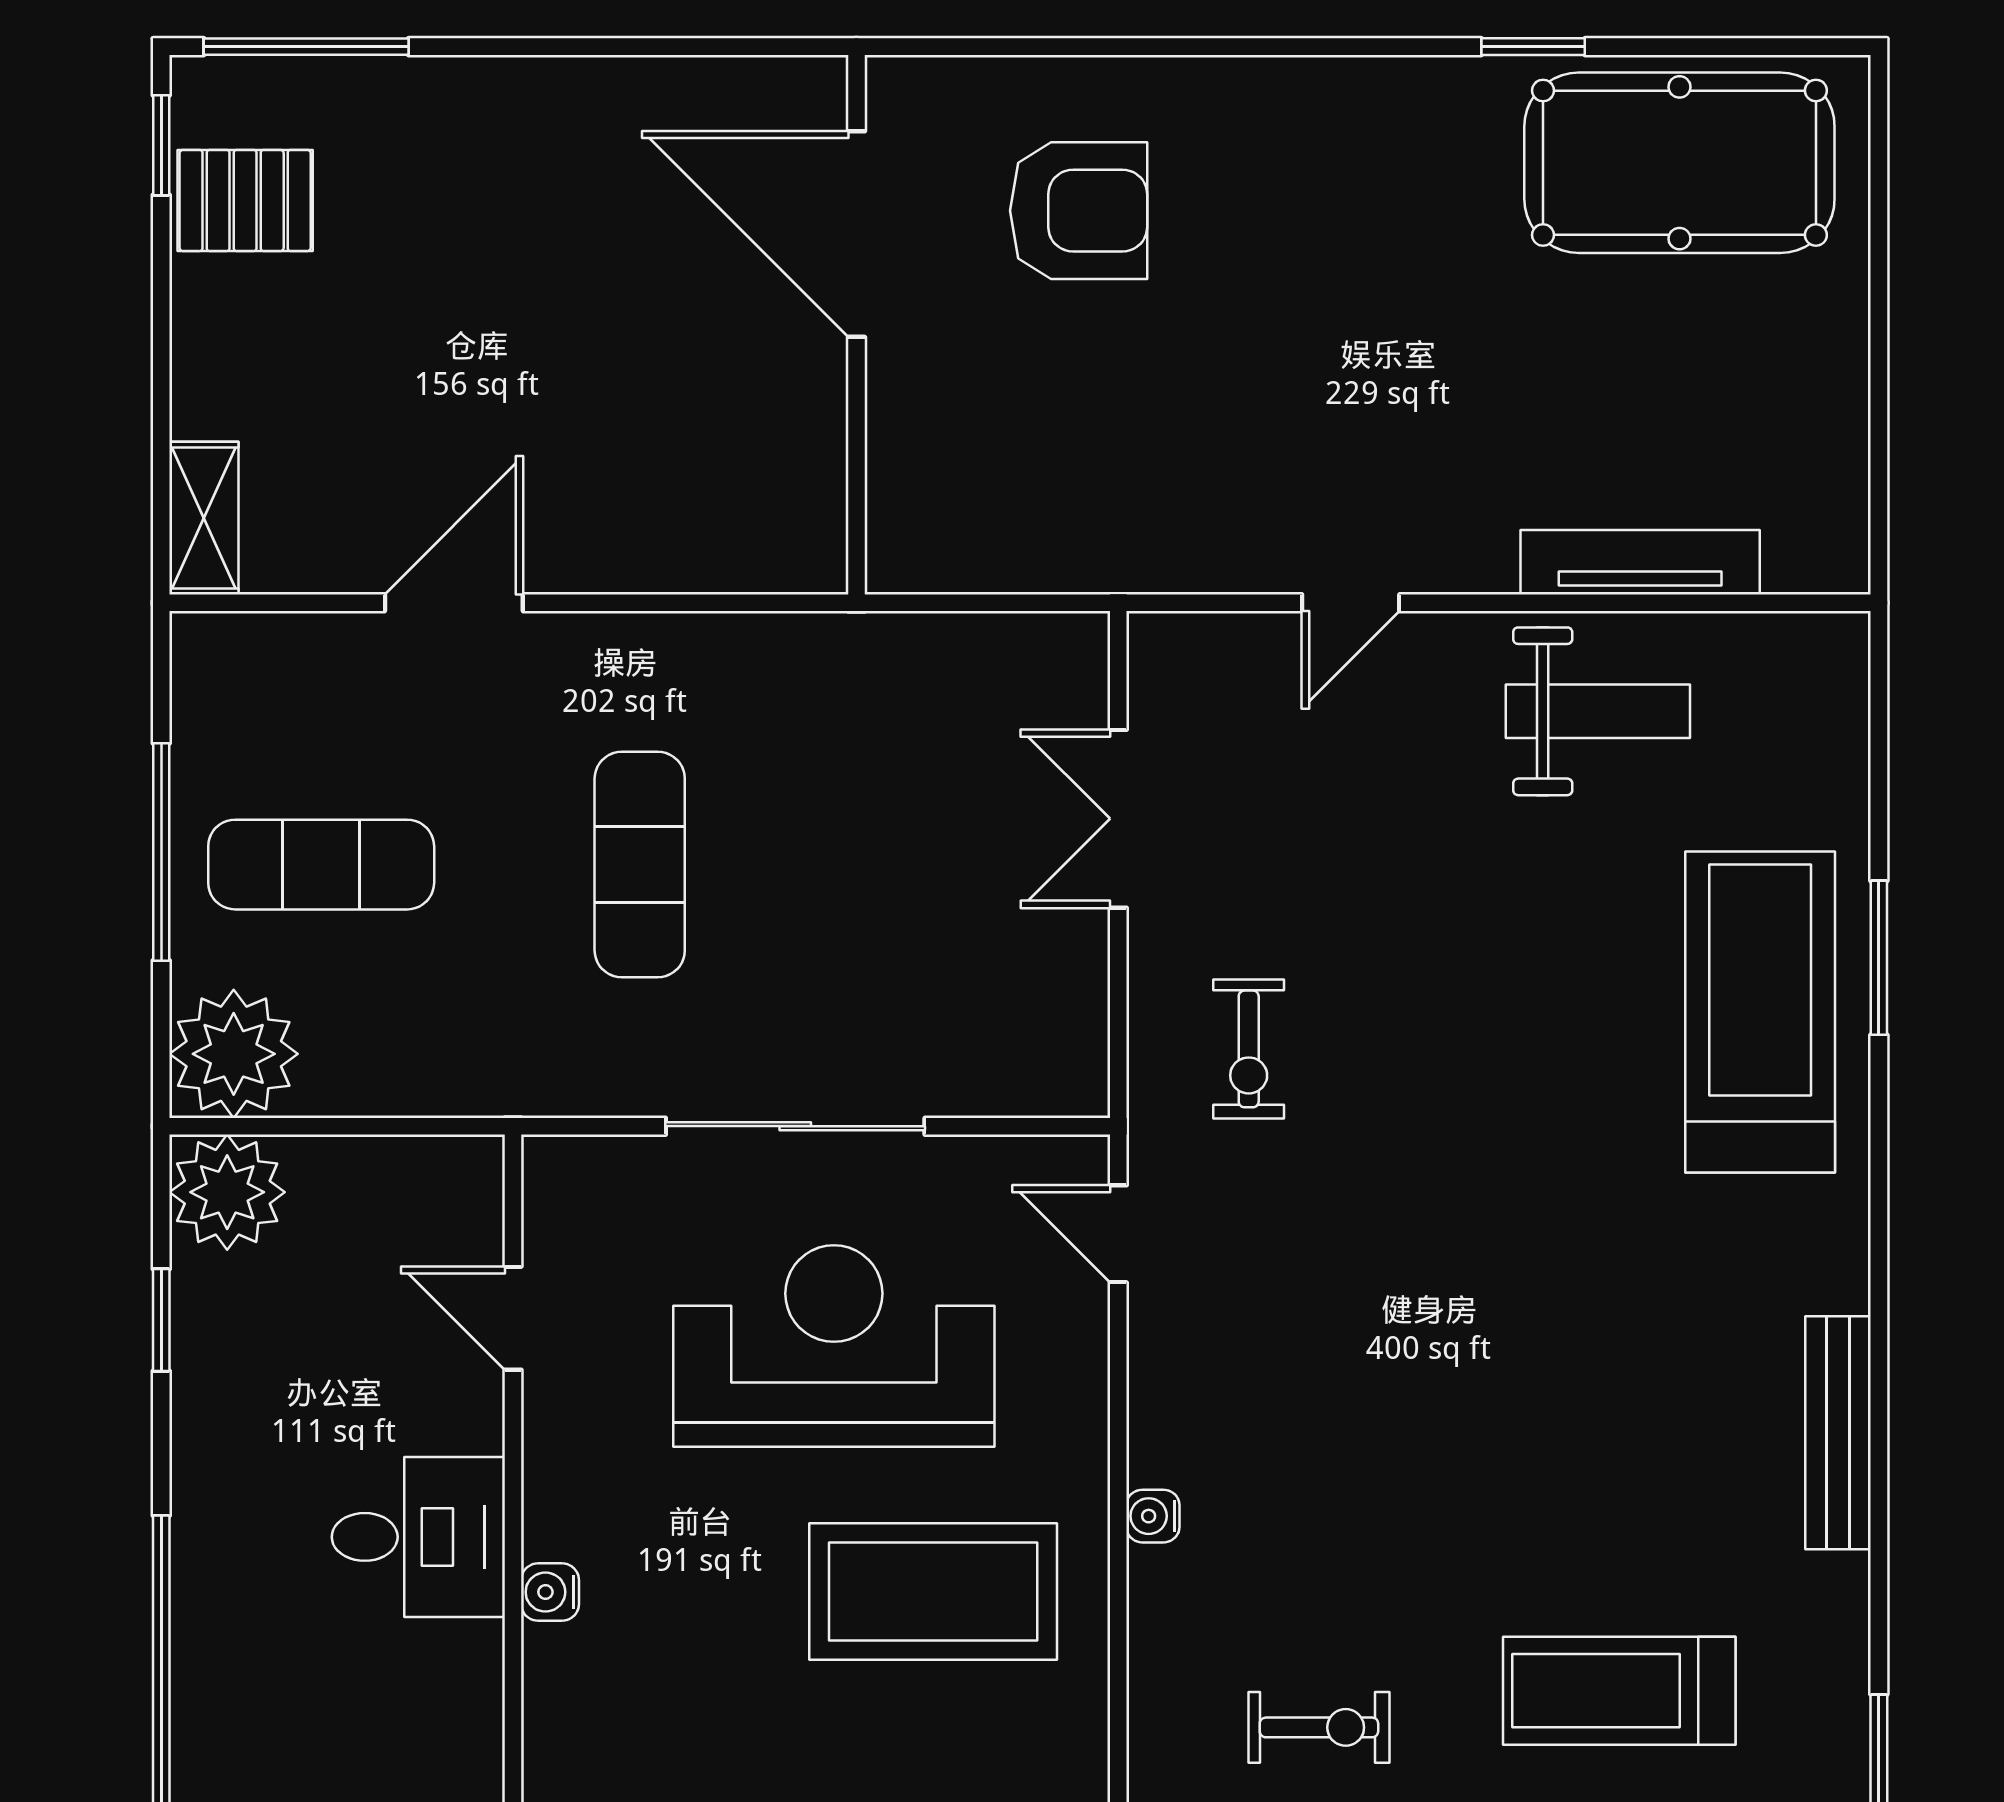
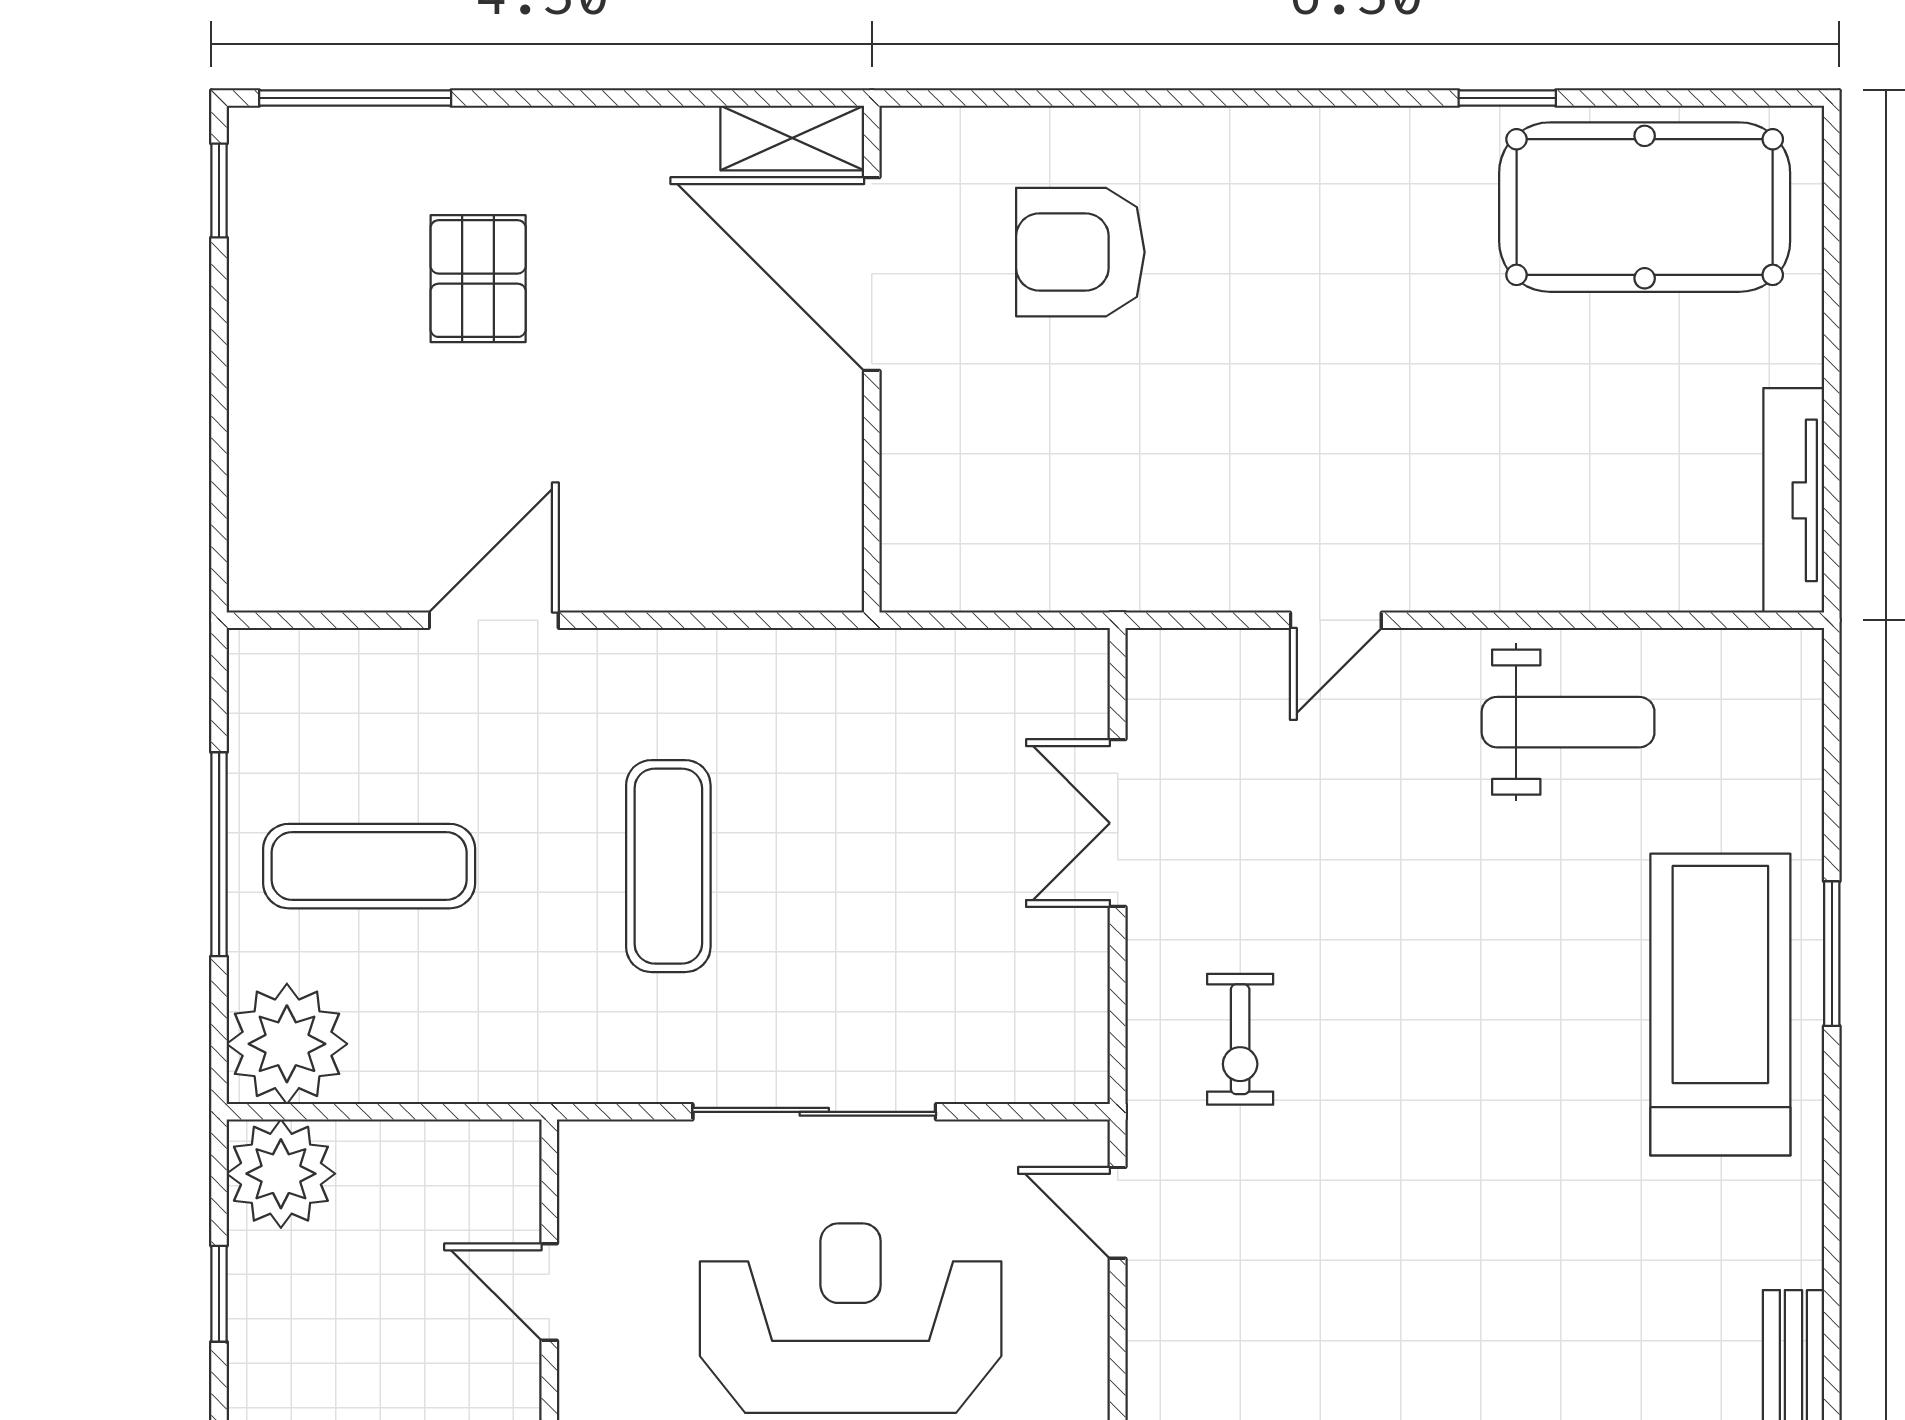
pallet: (245, 200) -> (478, 279), moved, turned 90
armchair: (1079, 211) -> (1080, 252), turned 180
shelving: (204, 518) -> (792, 138), moved, turned 90
tv unit: (1640, 562) -> (1794, 500), moved, turned -90

